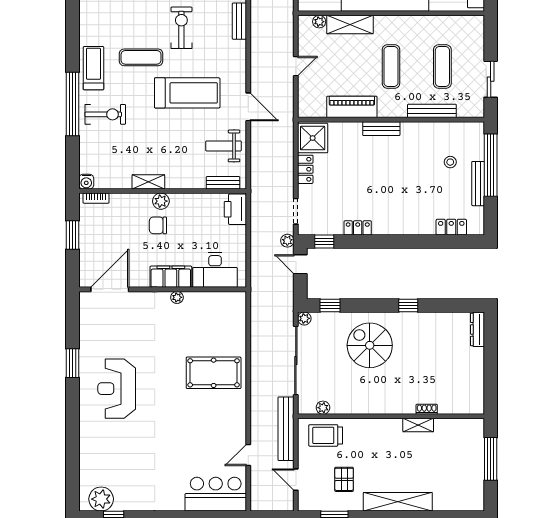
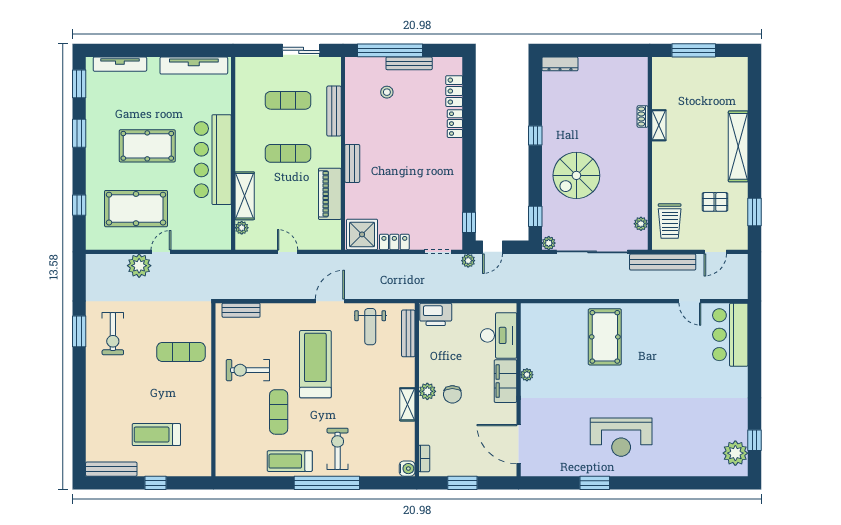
bench: (223, 183) -> (408, 333), width x1.36
locker: (358, 228) -> (455, 124), moved

